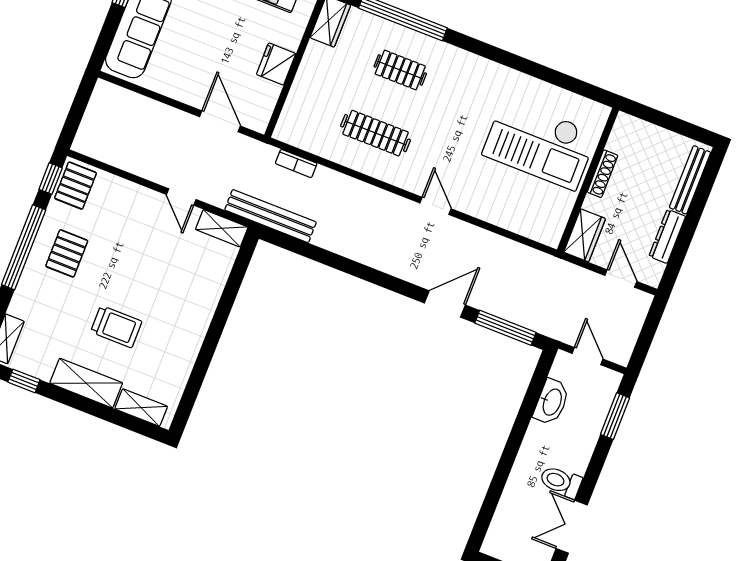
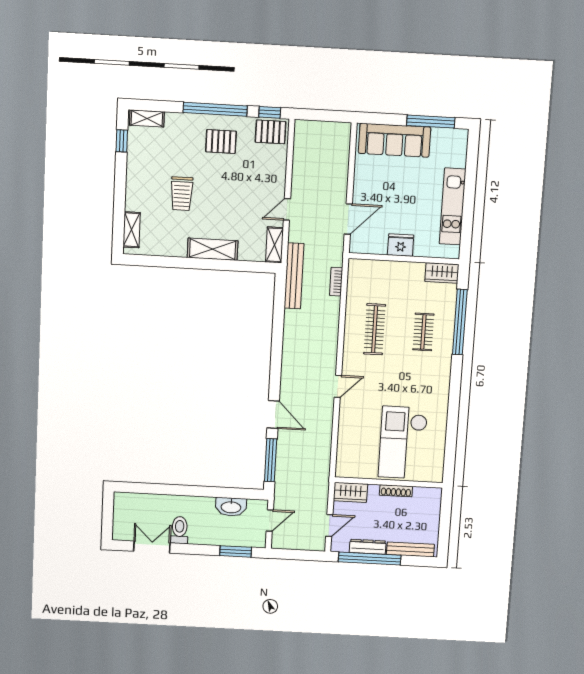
window: (685, 239) -> (370, 559), added
shelving: (86, 383) -> (213, 249), moved, turned 90

